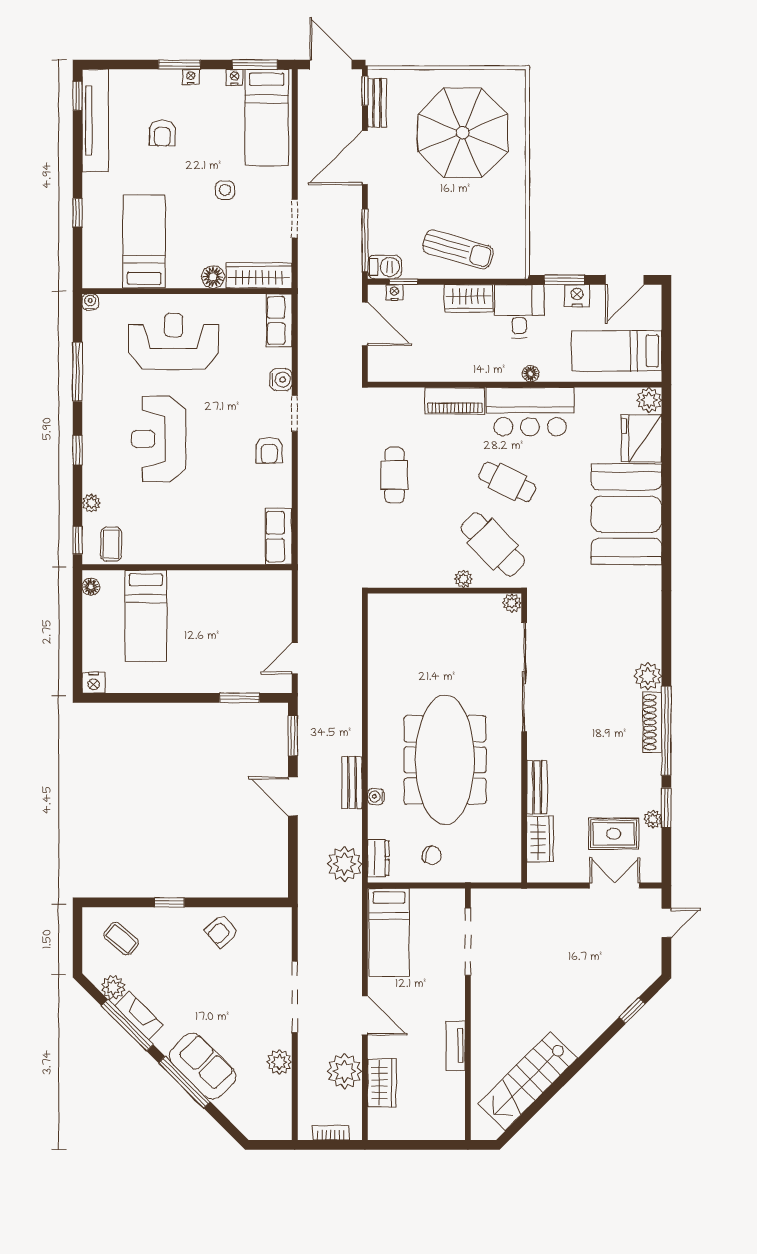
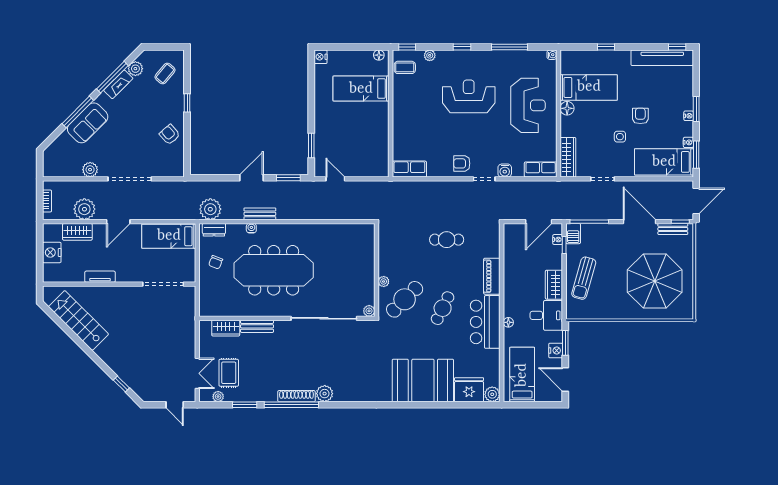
armchair: (162, 133) -> (640, 116), moved, turned 90
floor lamp: (213, 277) -> (567, 108), moved
plant: (653, 819) -> (218, 397), moved
nightstand: (416, 1125) -> (52, 252), added

